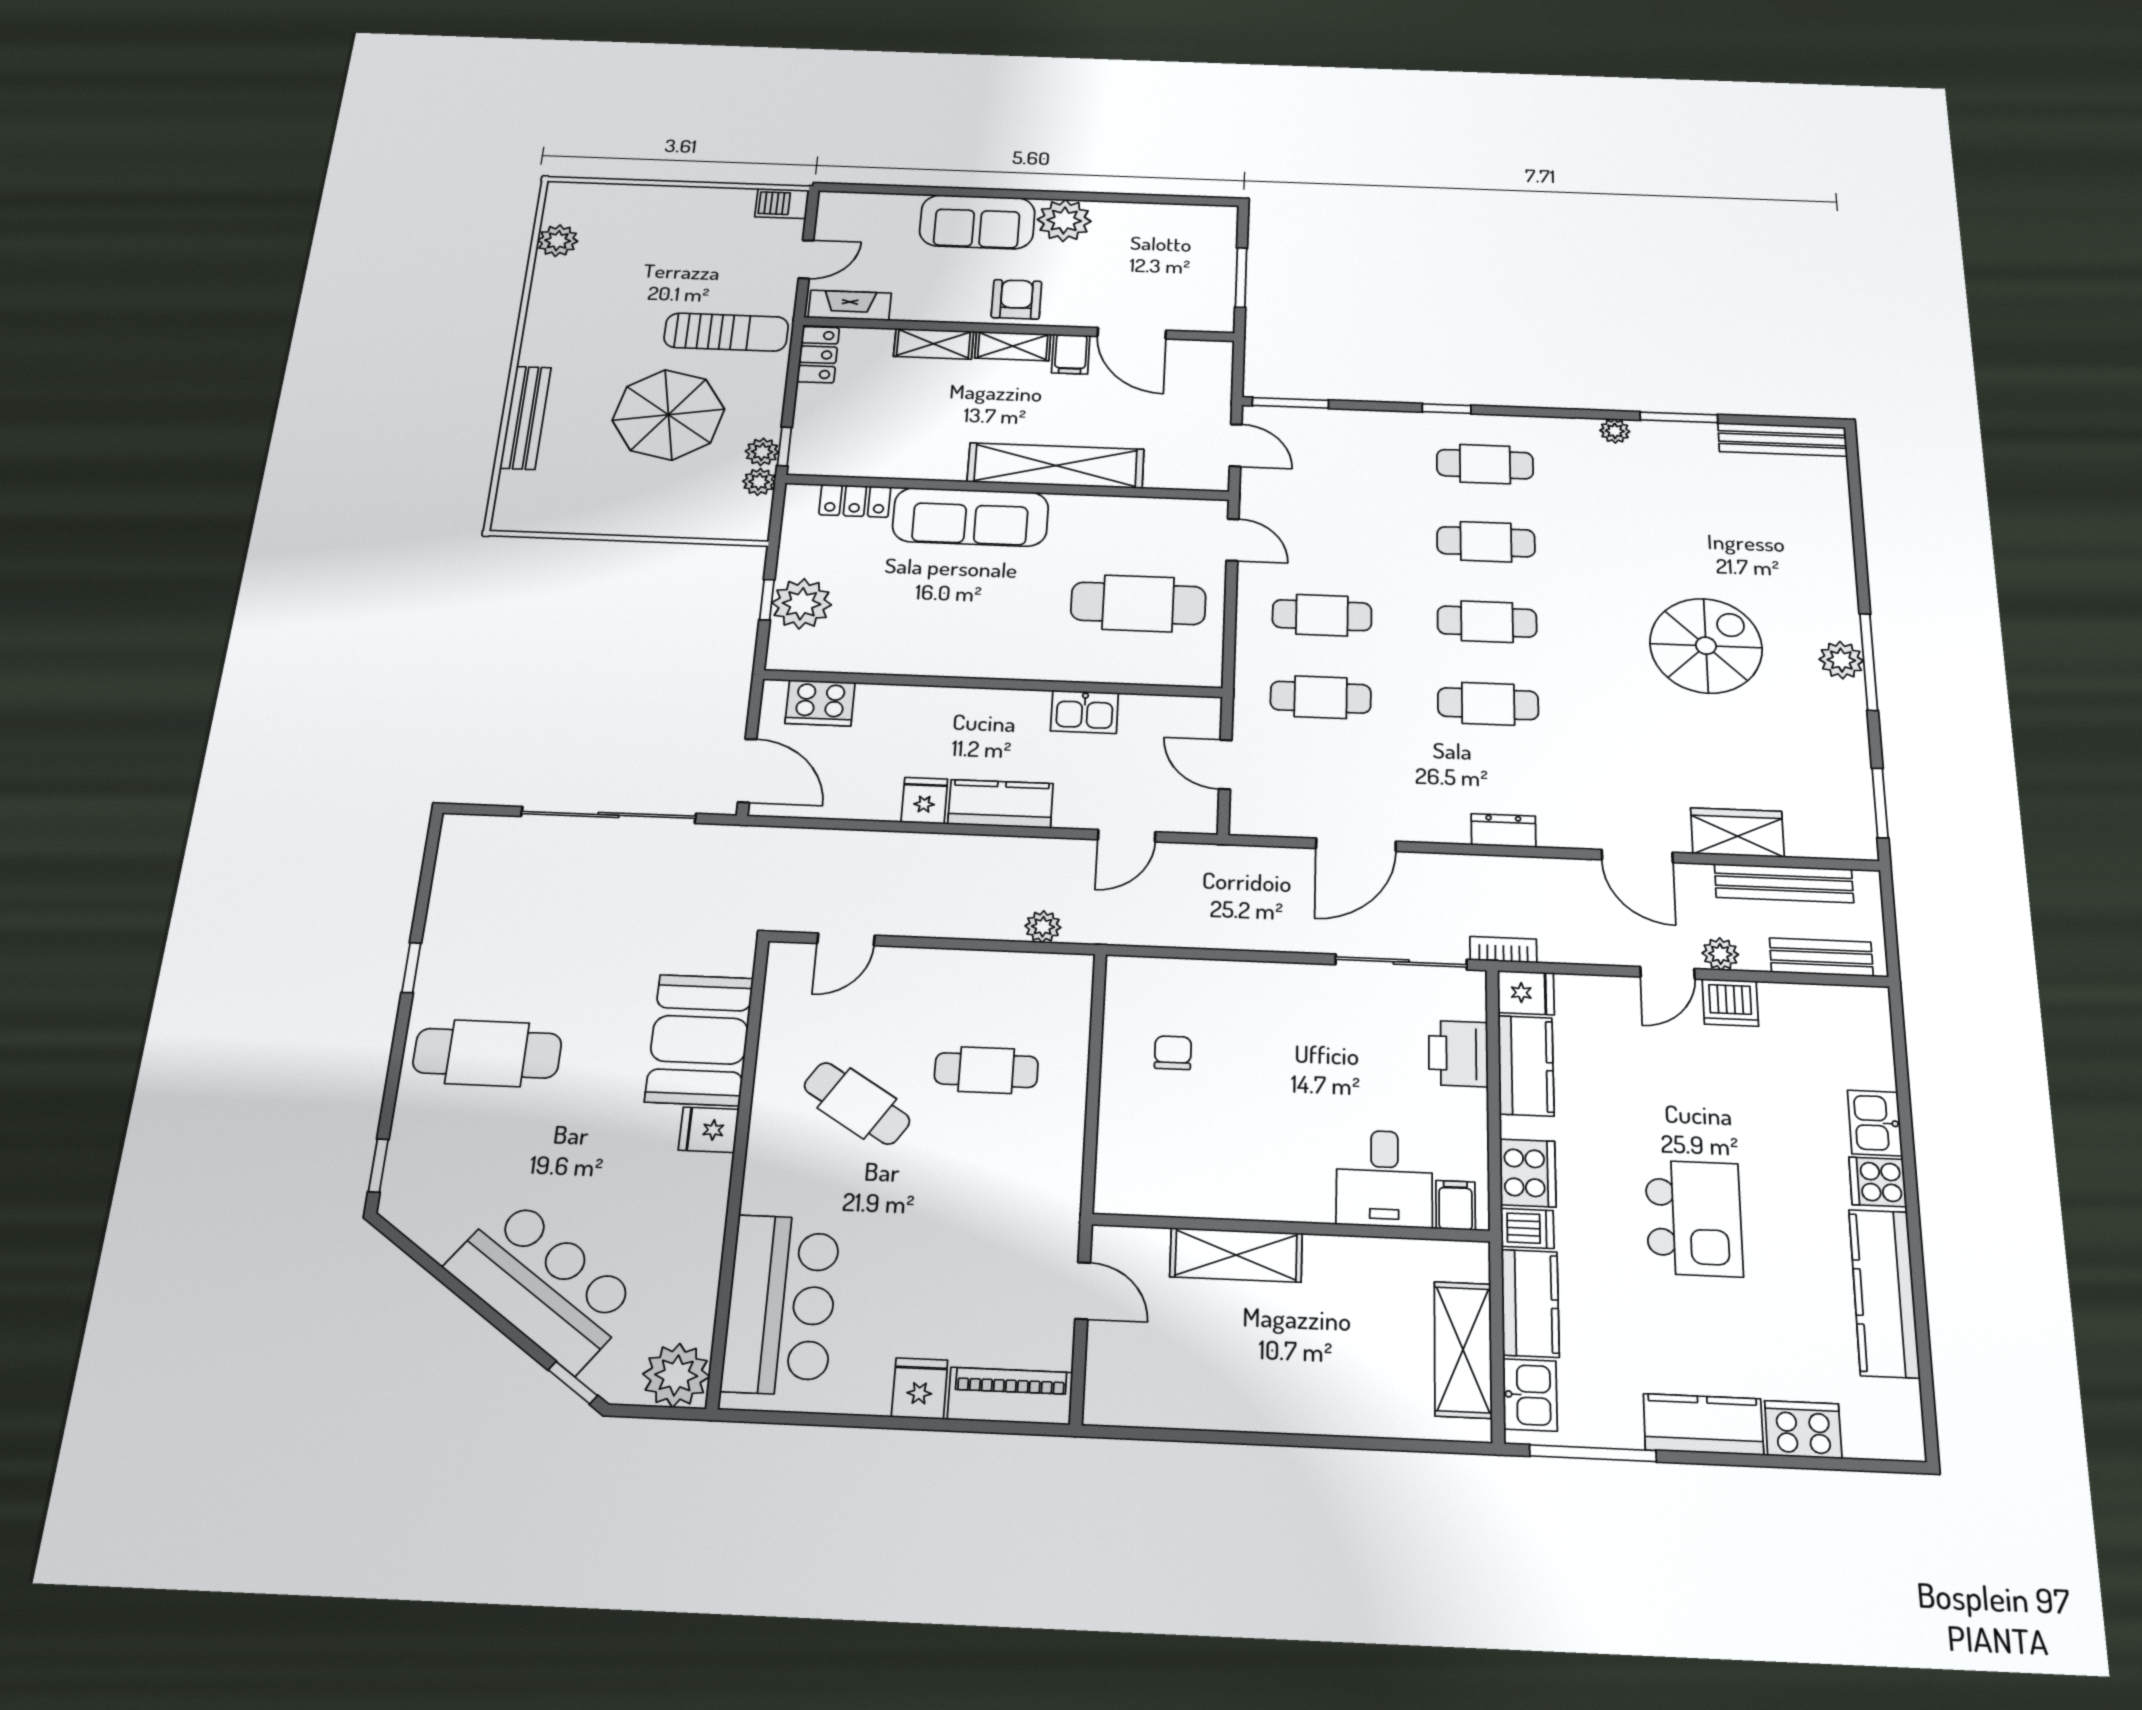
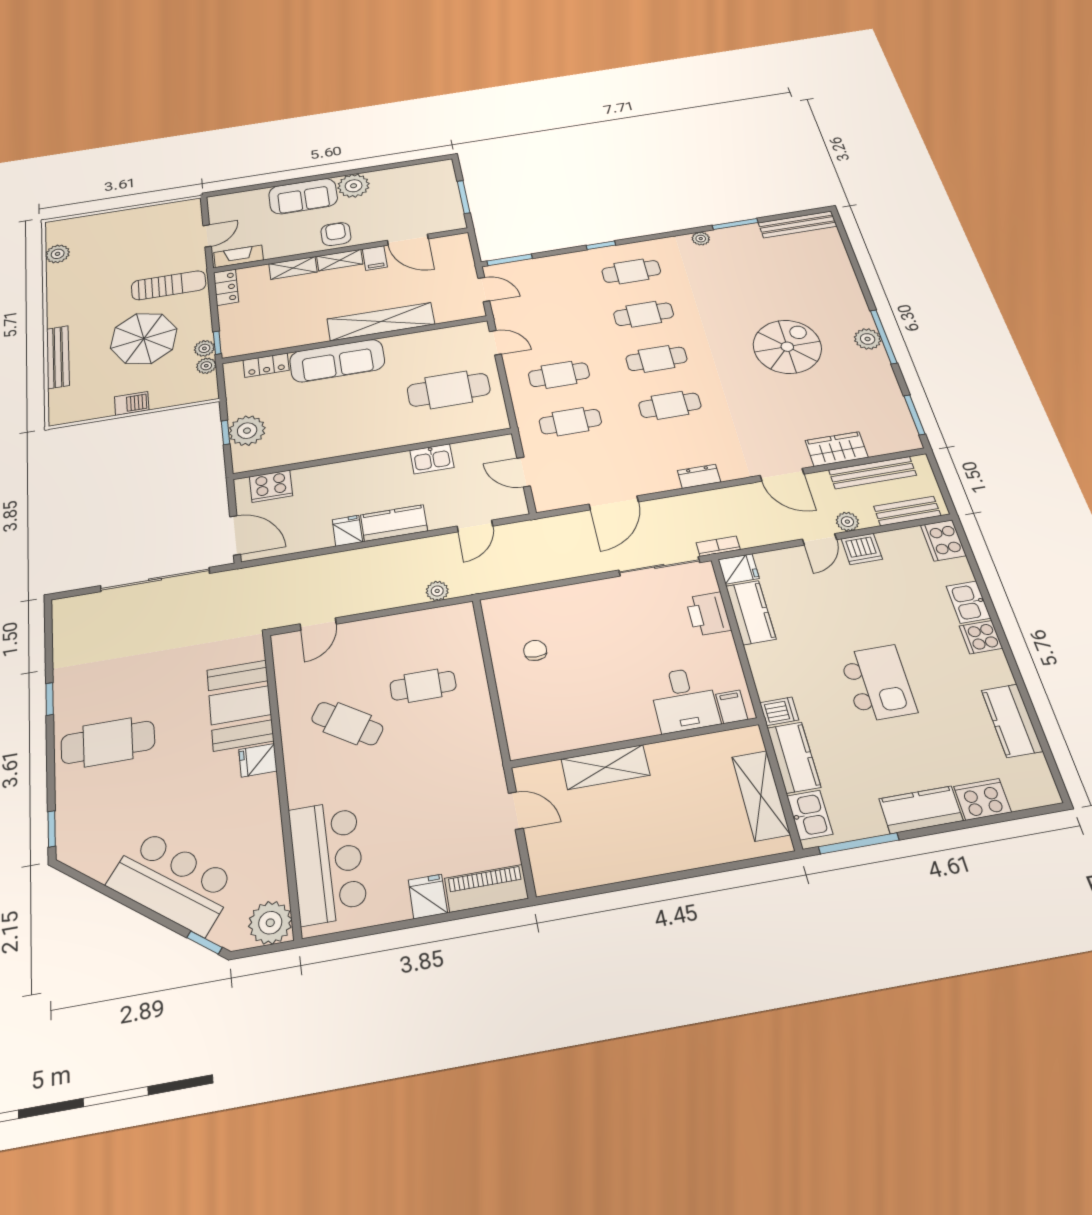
barbecue: (782, 203) -> (132, 403), moved, turned 180
cooker: (1528, 1173) -> (943, 540), moved, turned 180
kitchen counter: (1884, 1293) -> (1012, 721), width x0.67

